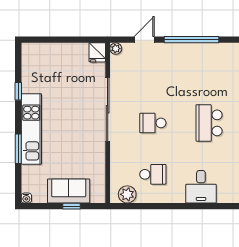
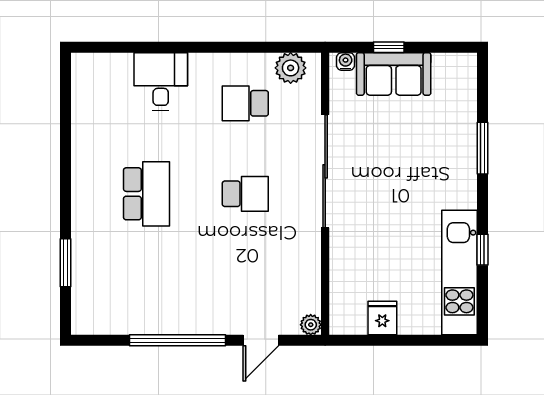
fridge: (97, 52) -> (382, 318), moved
sliding door: (108, 109) -> (325, 171), moved
kitchen unit: (31, 129) -> (459, 273), moved
water cooler: (26, 198) -> (346, 61), moved

